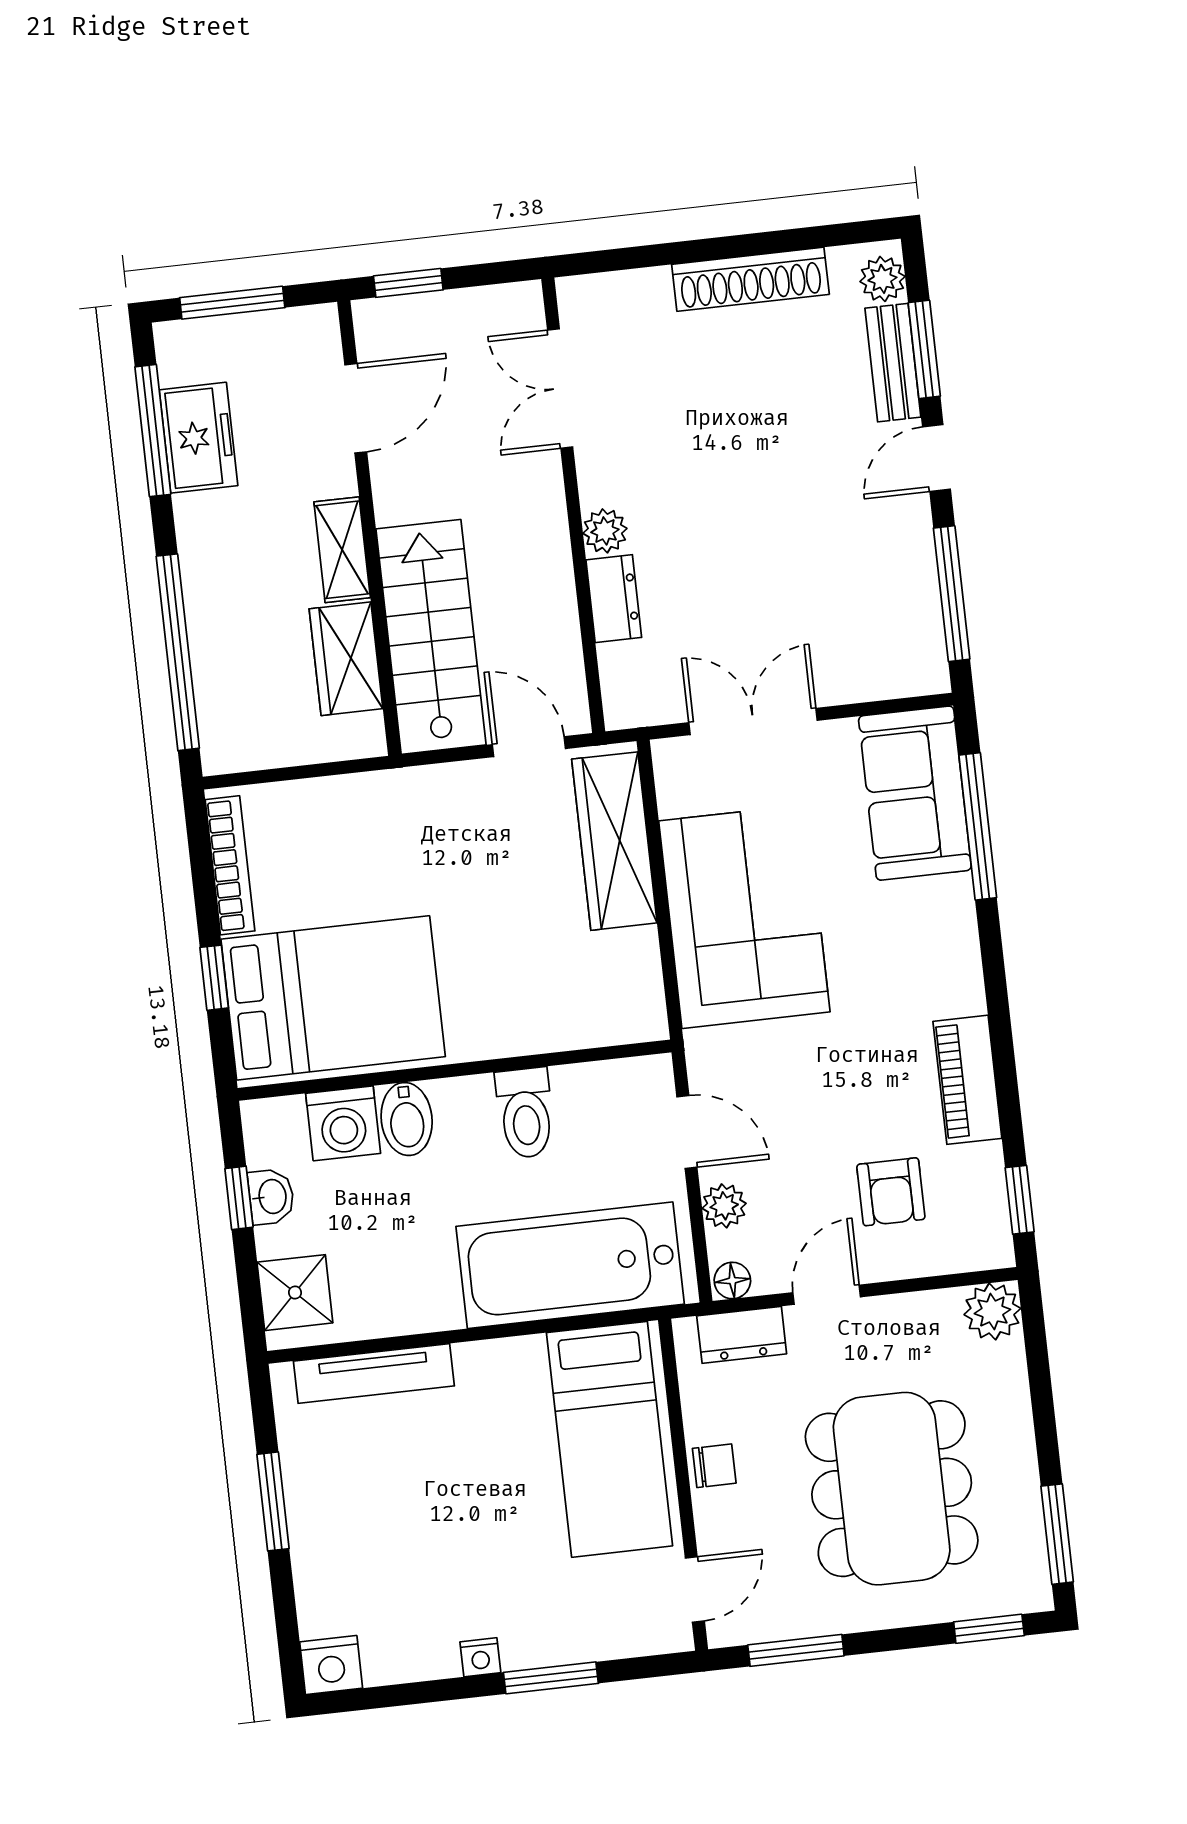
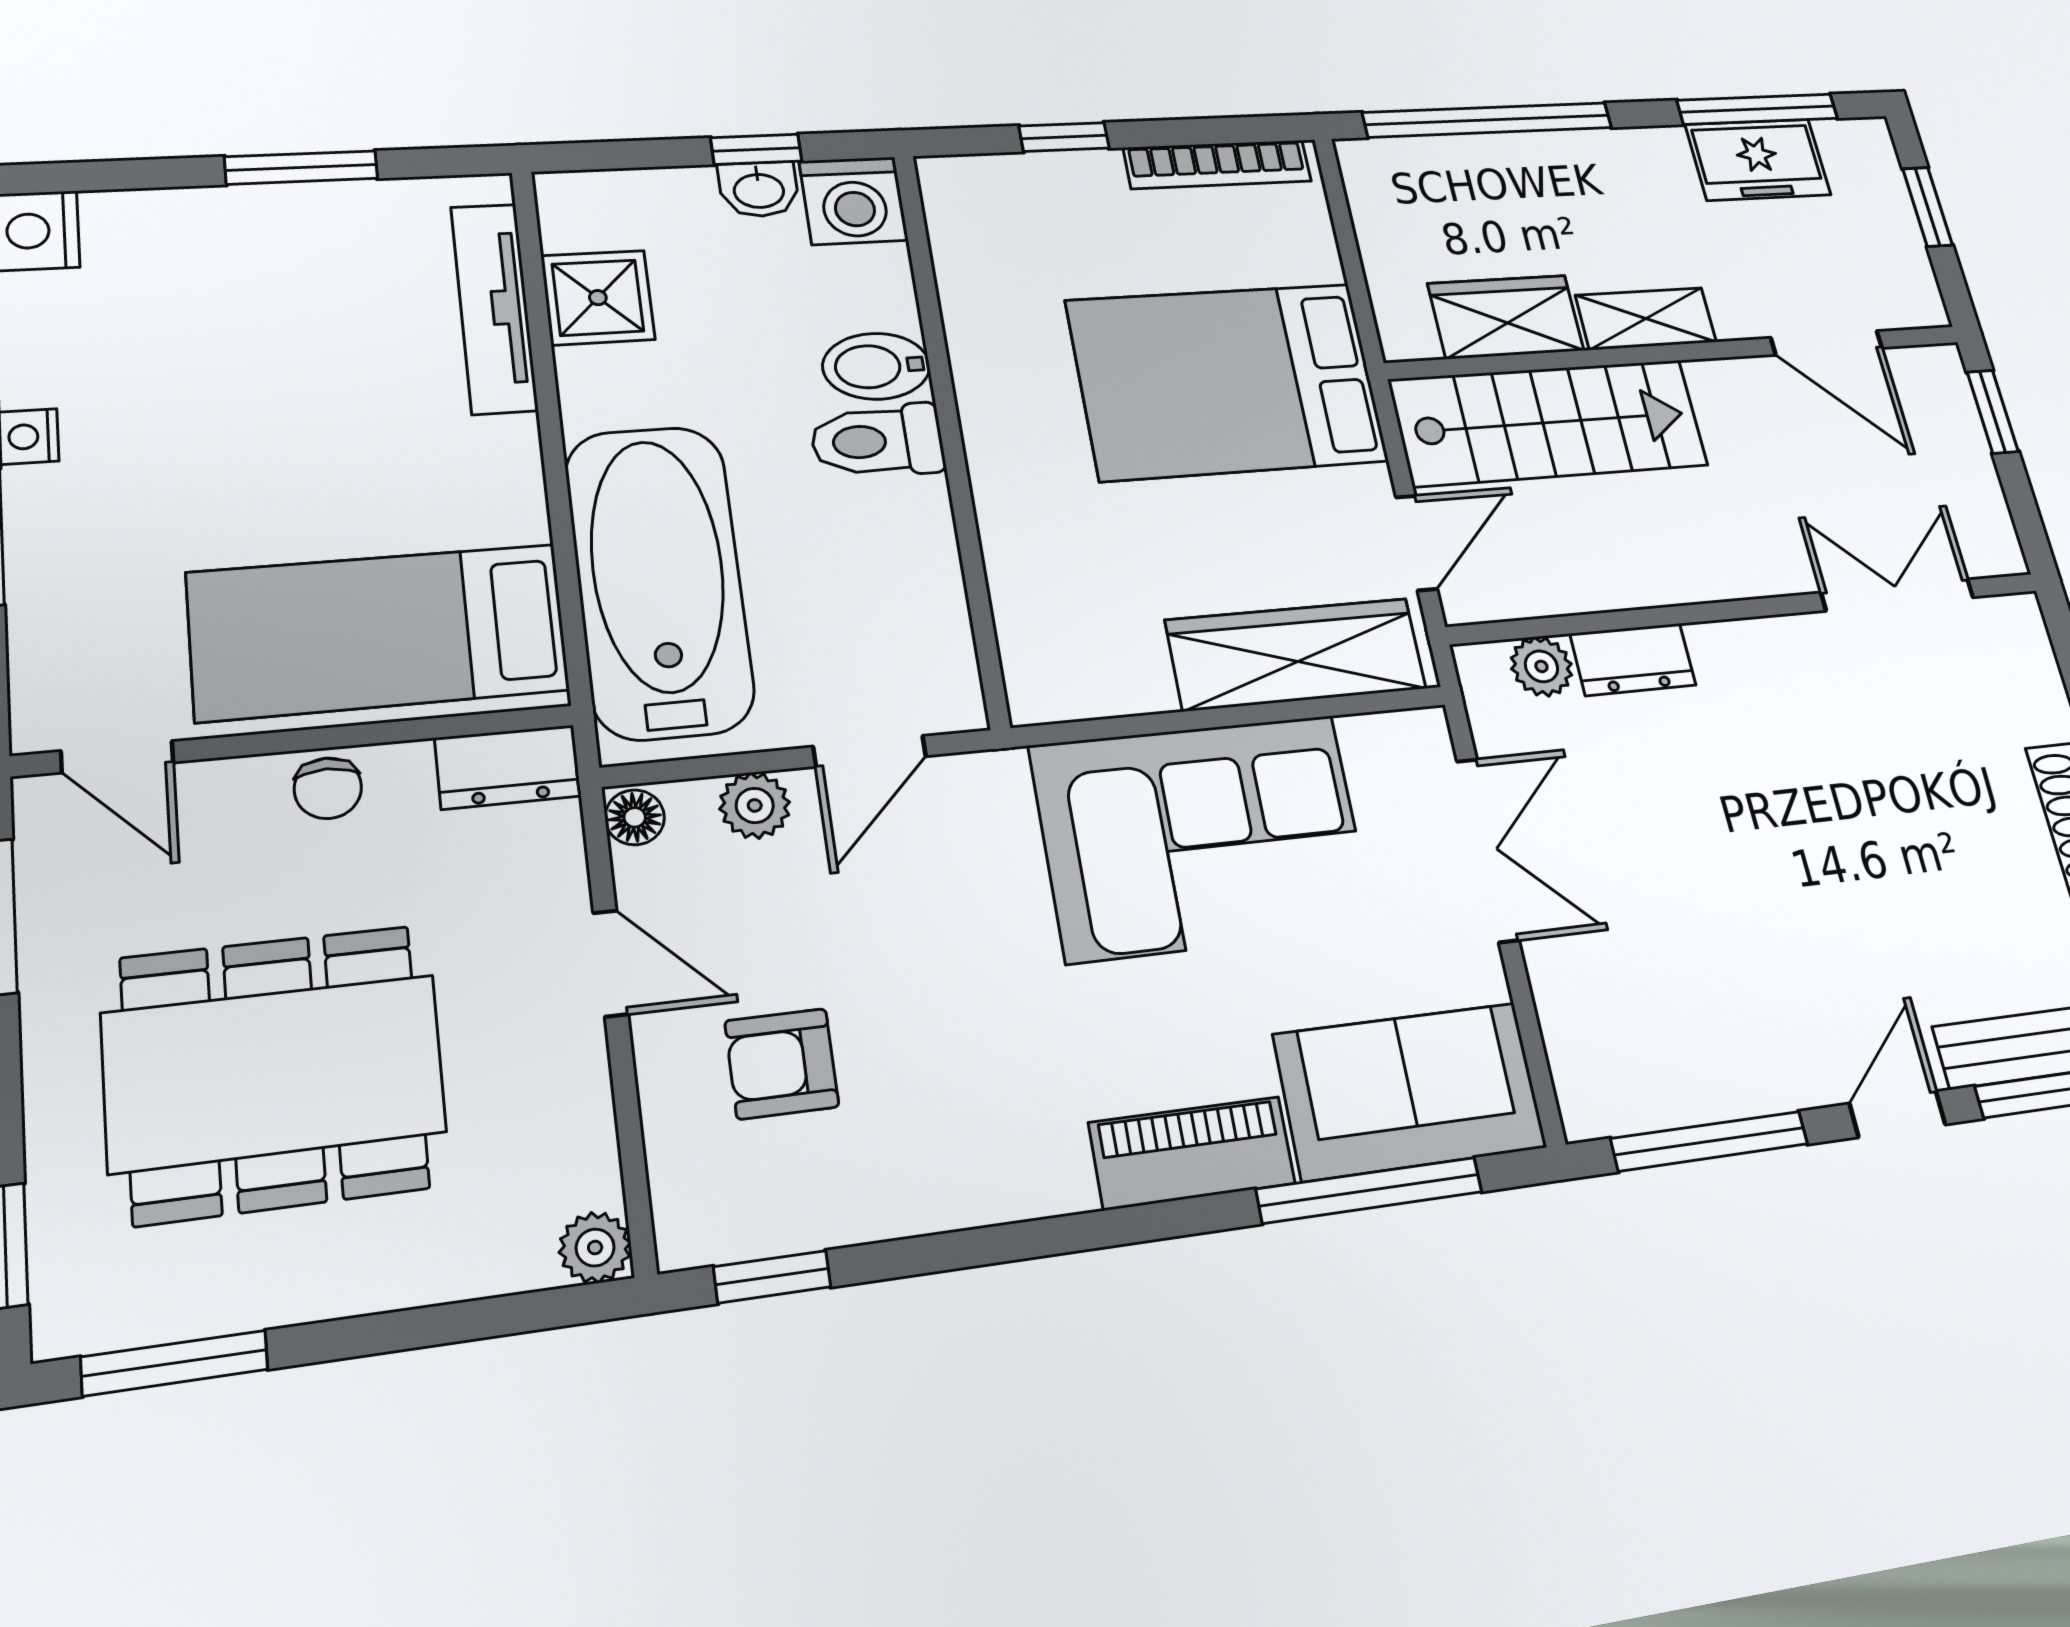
window: (232, 303) -> (1927, 207), width x0.67
door: (936, 458) -> (1897, 1114), hinge flipped
plant: (605, 531) -> (1541, 666), moved
bed: (333, 998) -> (1227, 381), moved, turned 90
piano: (967, 1080) -> (1192, 1153), moved
toilet: (525, 1113) -> (878, 441), moved
washing machine: (343, 1123) -> (854, 201), moved, turned -90
shower: (295, 1293) -> (598, 298), moved
plant: (992, 1311) -> (595, 1248), width x0.73, depth x0.73
dresser: (742, 1335) -> (508, 767), moved, turned -90

